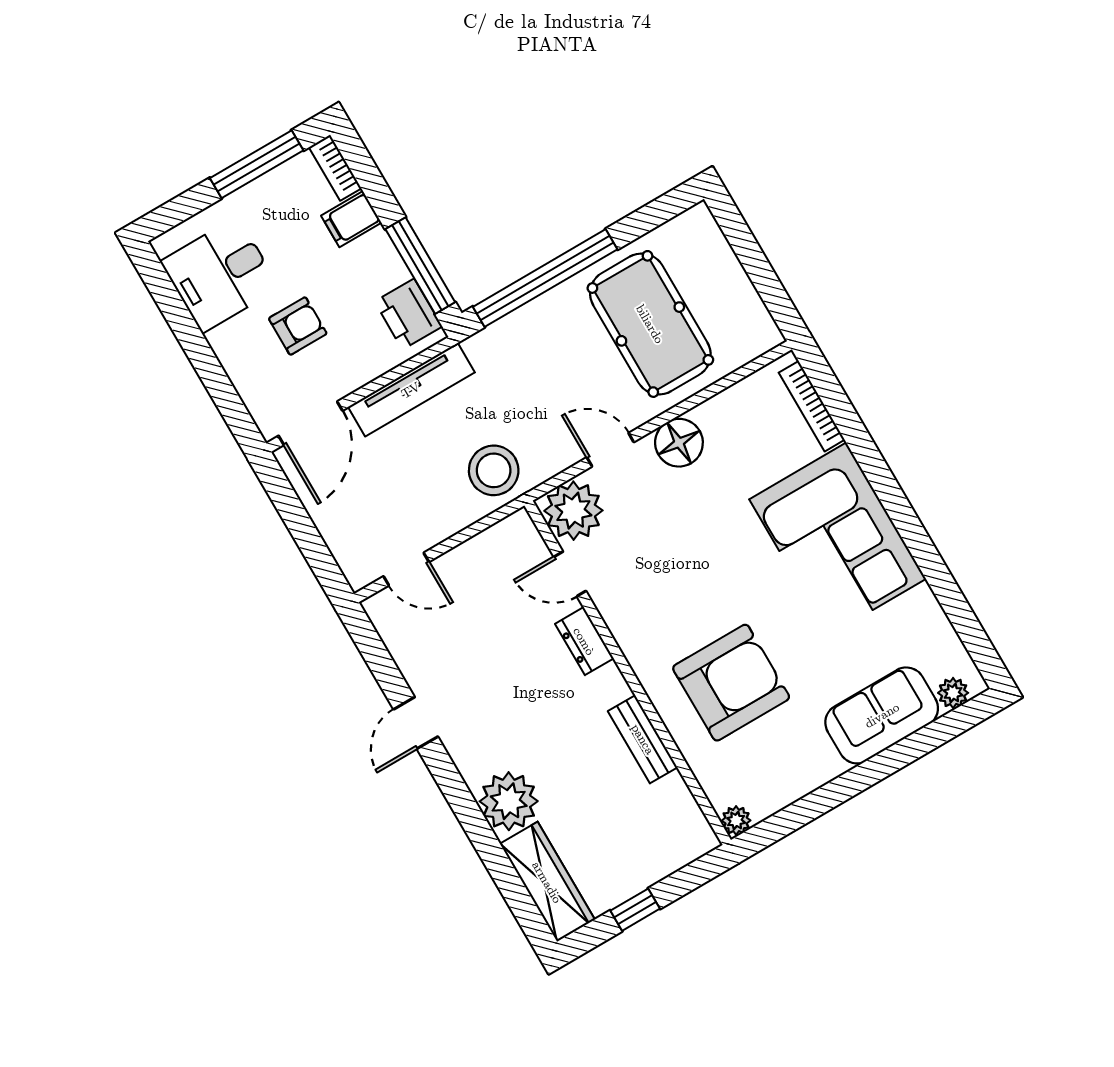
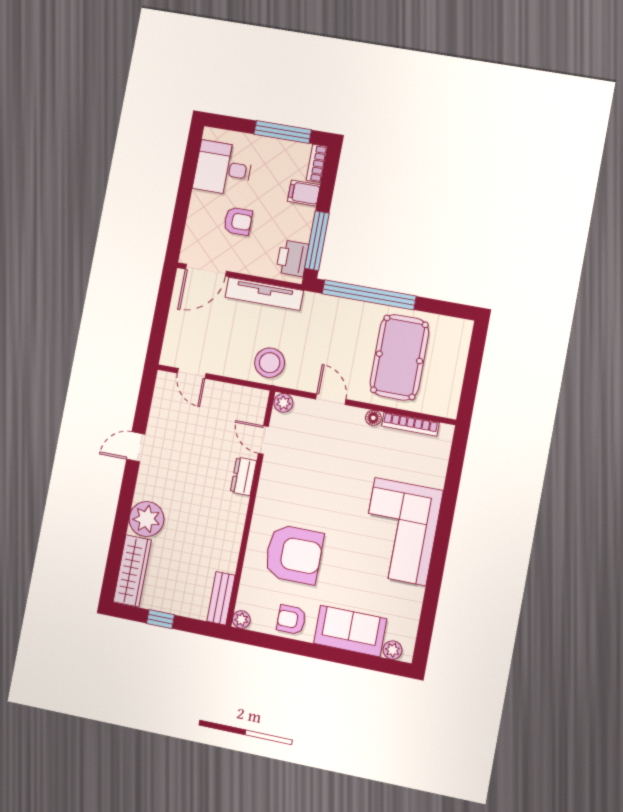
bookcase: (812, 406) -> (410, 424), moved, turned -90
floor lamp: (679, 443) -> (373, 418), width x0.53, depth x0.53
plant: (573, 511) -> (283, 403), width x0.53, depth x0.53
bench: (643, 739) -> (221, 598), moved
armchair: (798, 766) -> (291, 620), added

